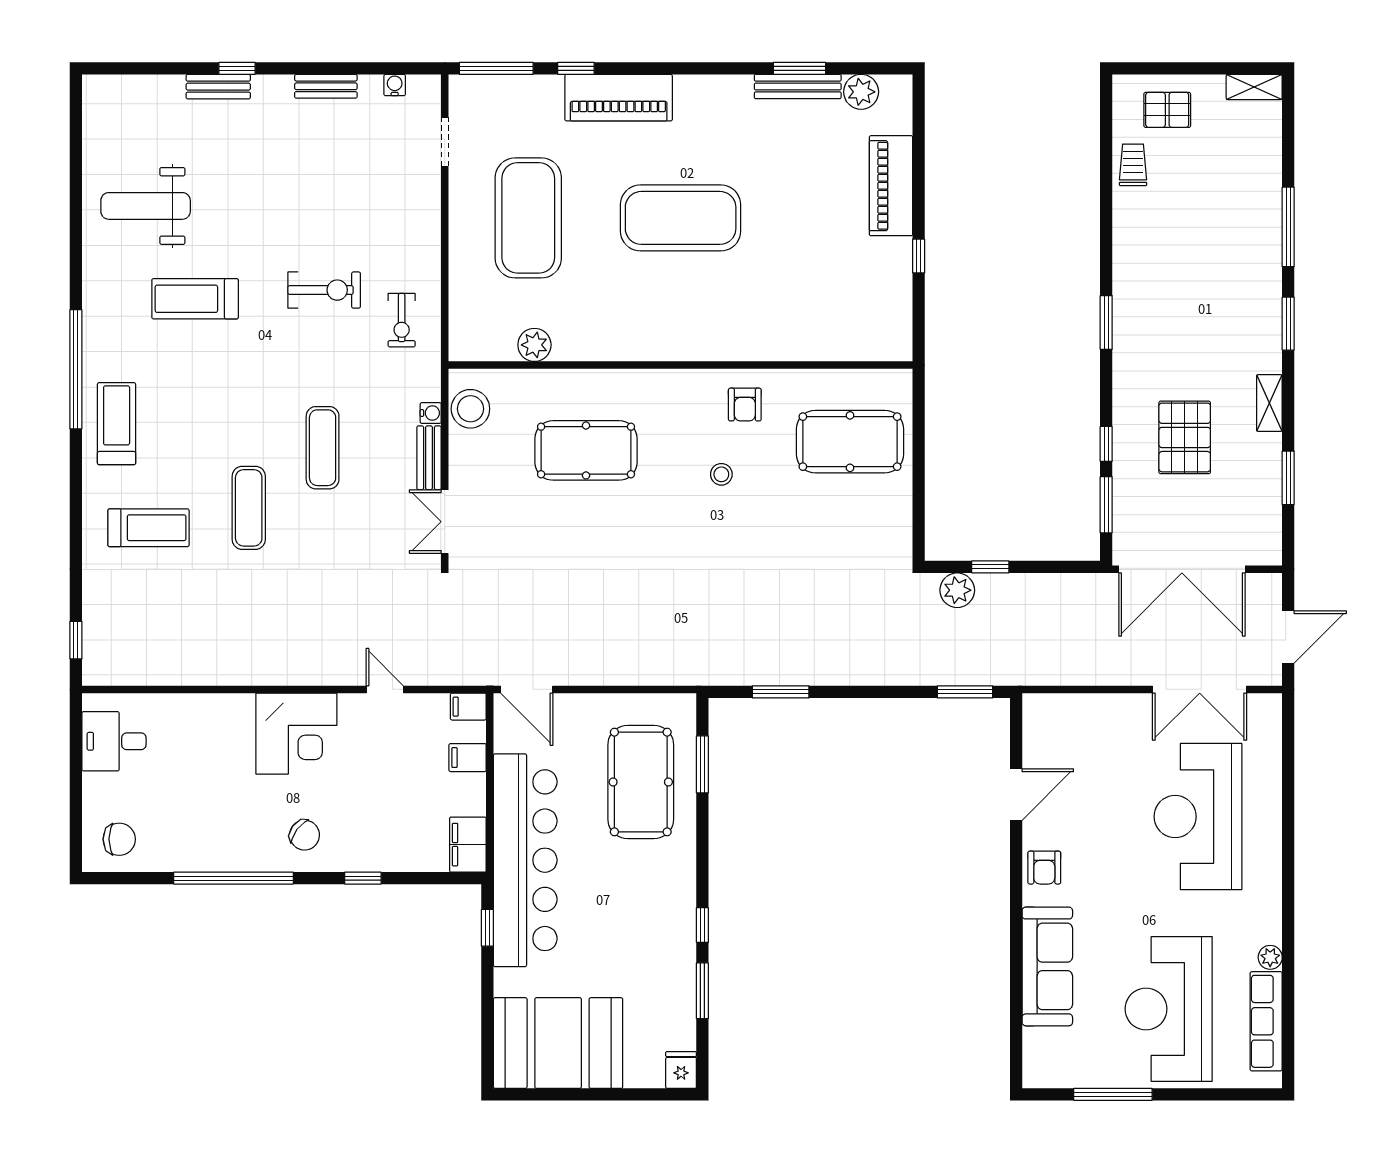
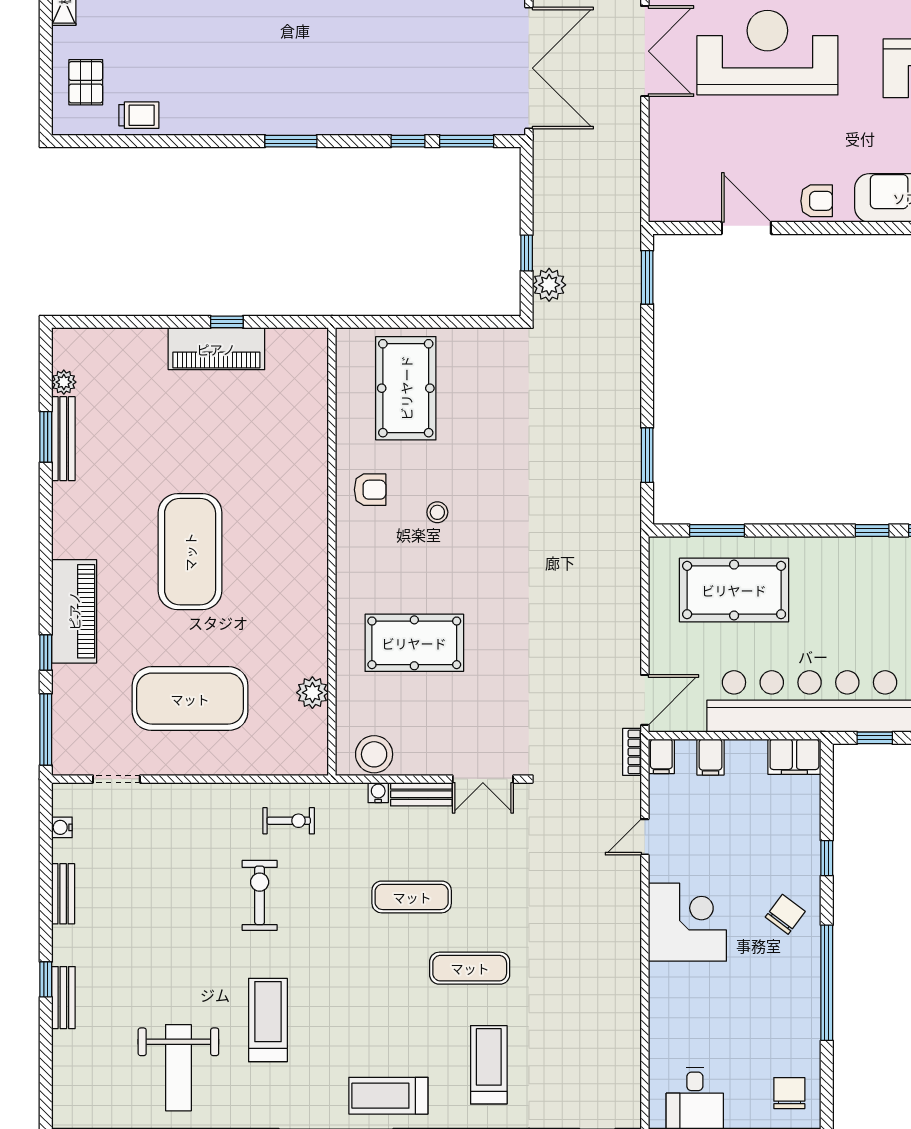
plant: (861, 92) -> (64, 382), width x0.73, depth x0.73
trolley: (1133, 165) -> (139, 115), turned 180
piano: (891, 186) -> (216, 349), moved
treadmill: (195, 299) -> (268, 1020), turned 180
pallet: (1185, 437) -> (402, 65), removed
pool table: (586, 450) -> (414, 643), turned 90
bookcase: (473, 676) -> (632, 752), added
reception desk: (1198, 817) -> (767, 53), turned 180

